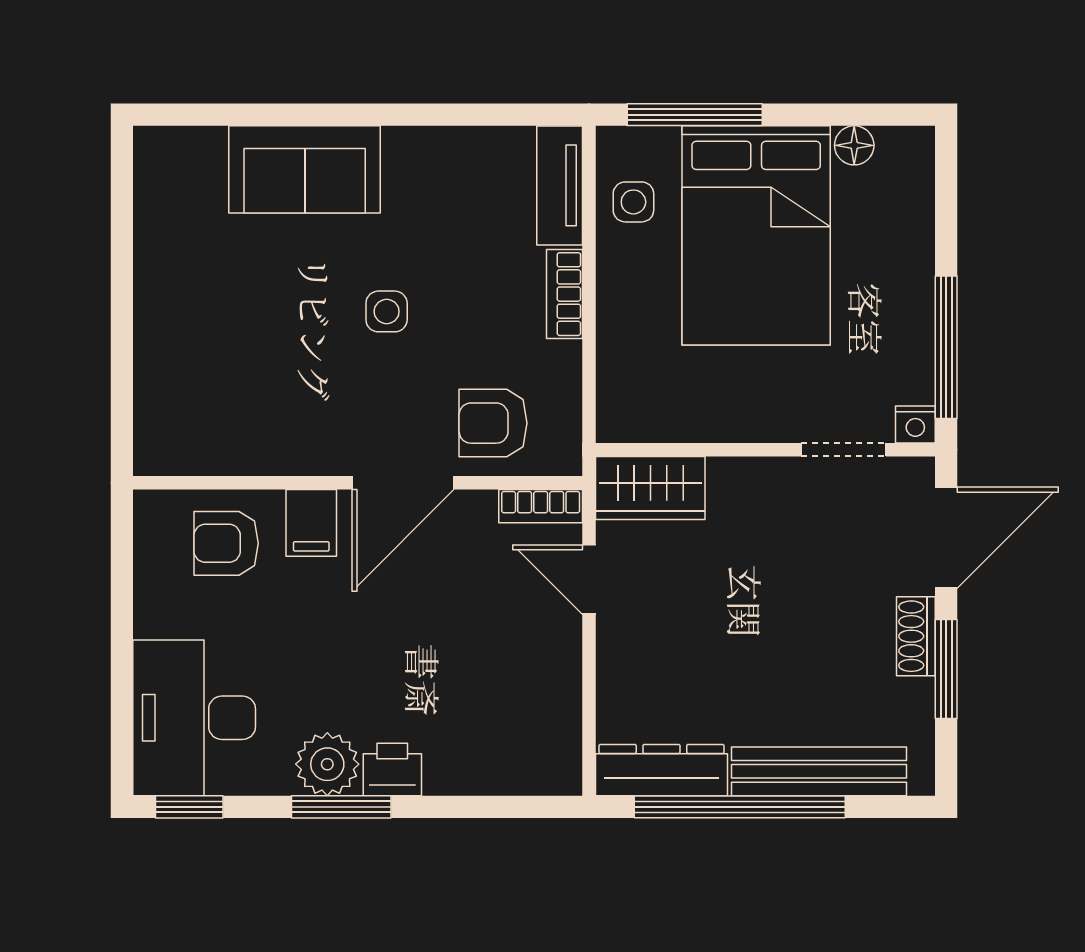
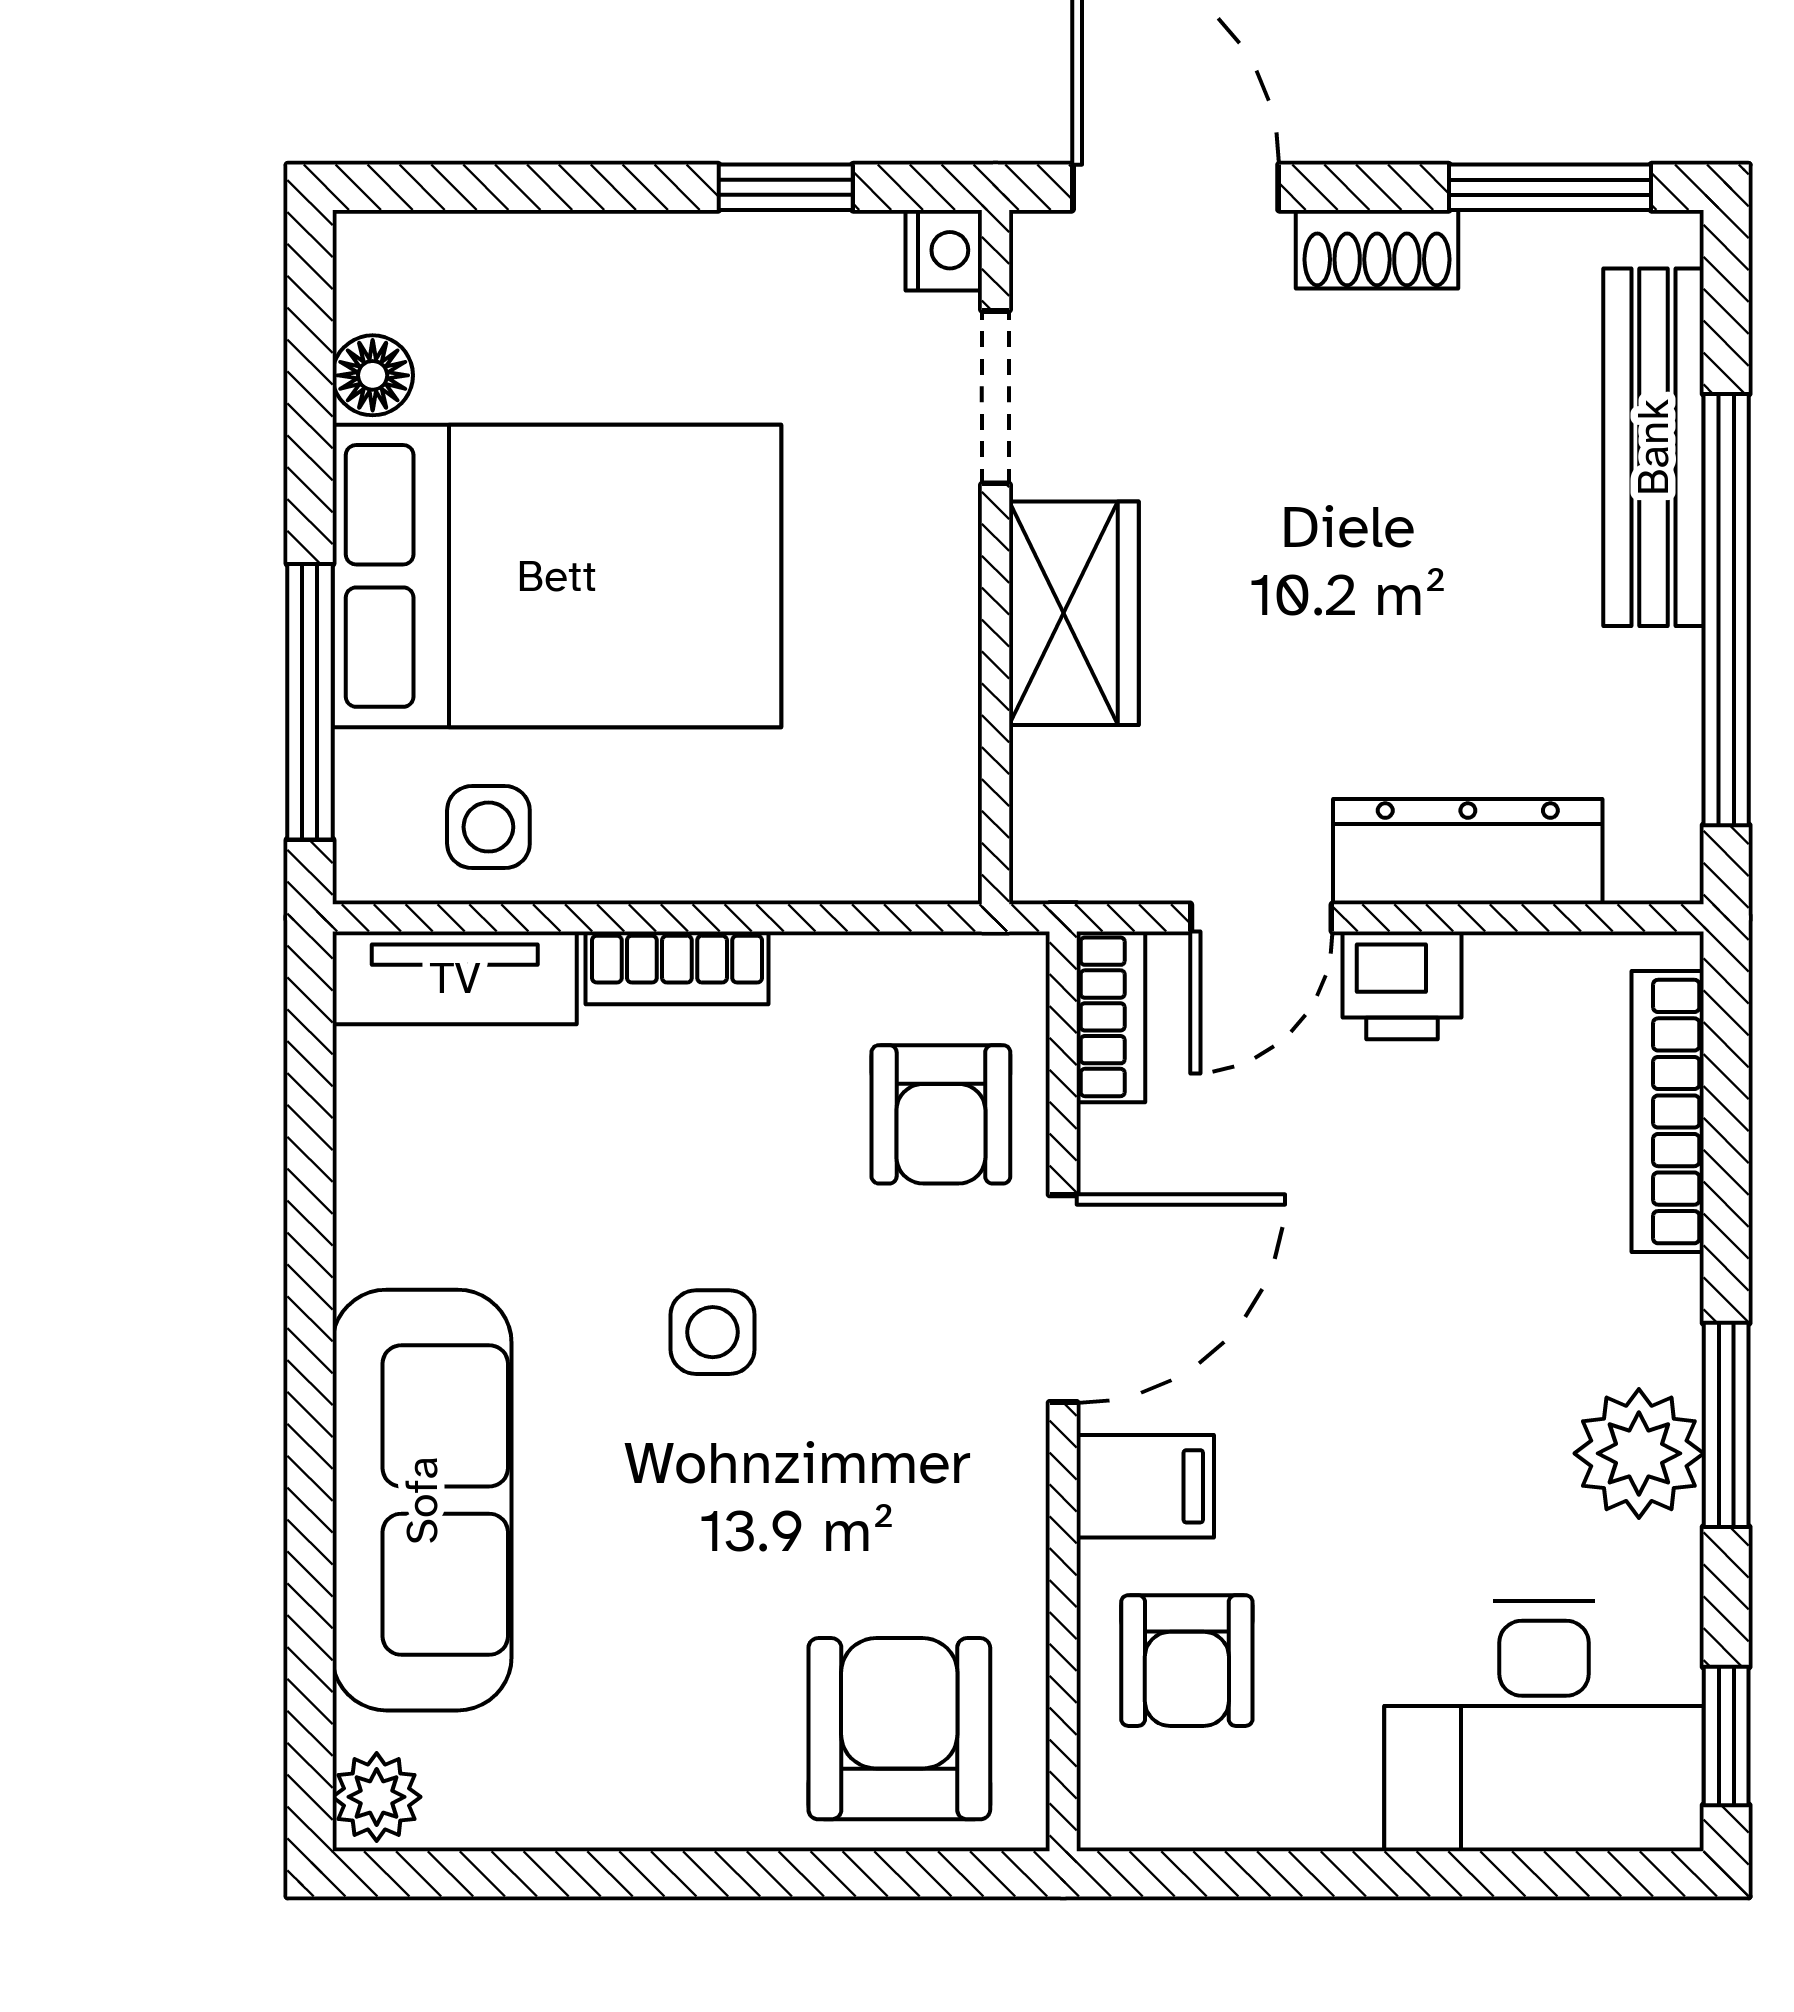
plant: (159, 147) -> (377, 1797), added
sofa: (305, 169) -> (422, 1500), width x1.36
window: (946, 347) -> (786, 187), width x0.46
armchair: (193, 403) -> (899, 1729), added
door: (403, 483) -> (1063, 1299), hinge flipped
wardrobe: (650, 488) -> (1074, 613), moved
window: (946, 669) -> (1550, 187), moved
printer: (392, 769) -> (1402, 985), moved, turned -90
dresser: (661, 770) -> (1468, 852), moved, turned 90
bookcase: (494, 778) -> (1668, 1112), added

